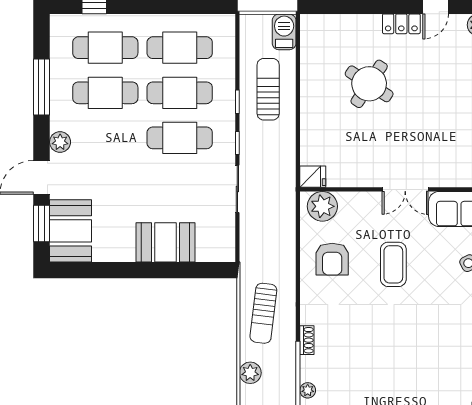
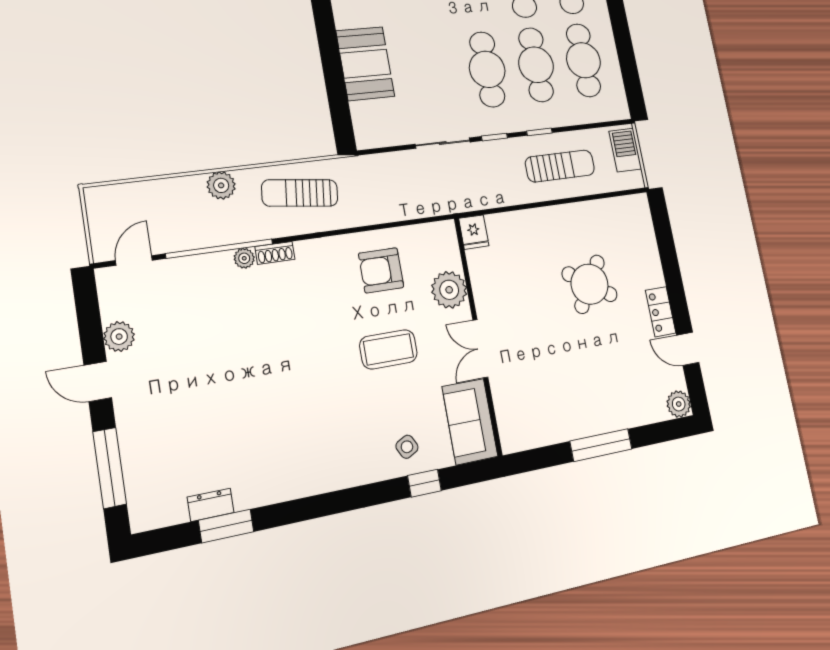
barbecue: (284, 32) -> (625, 150), moved, turned -90
plant: (322, 206) -> (449, 290), moved
plant: (308, 390) -> (244, 258), moved

